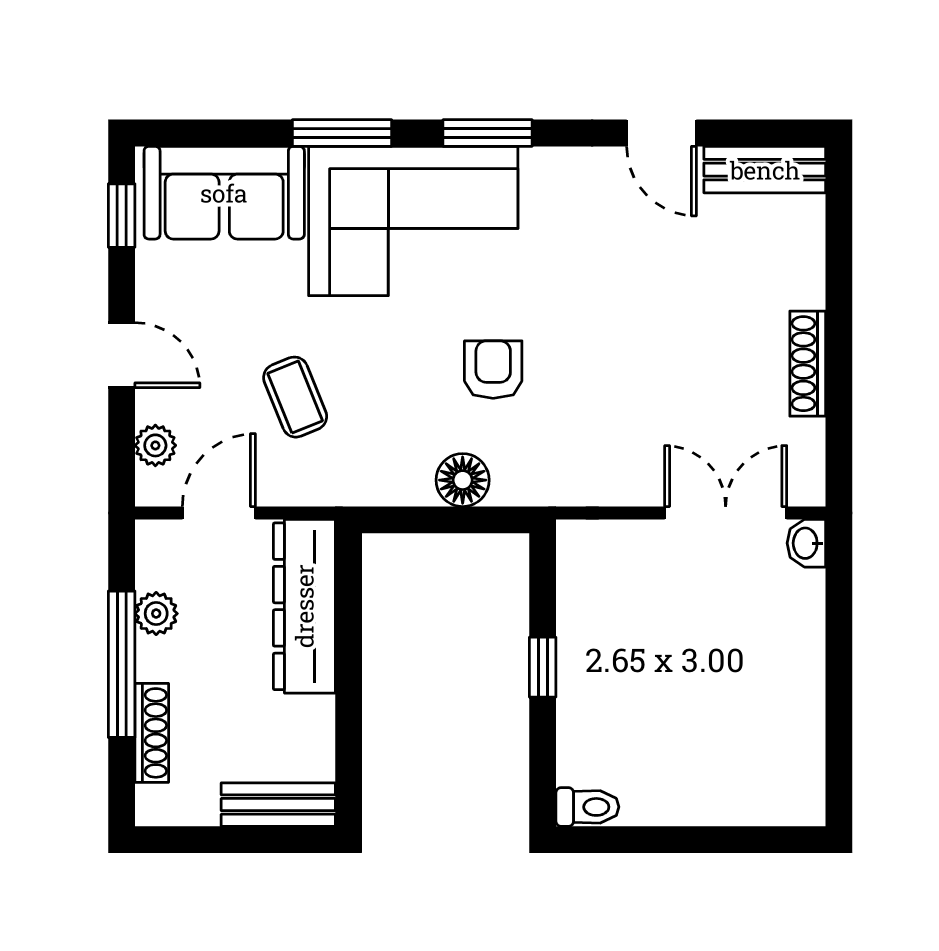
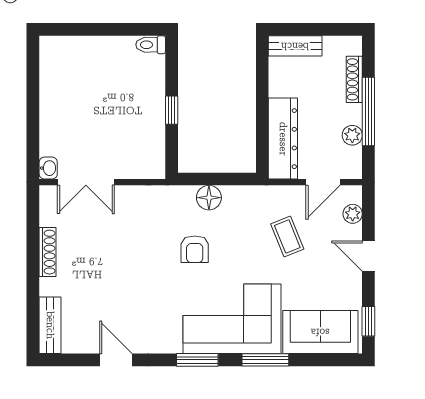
bench: (765, 170) -> (50, 325), moved, turned 90

